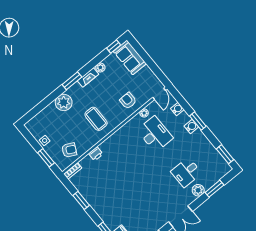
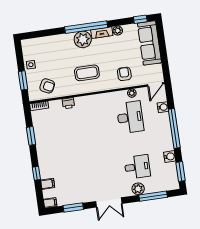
sofa: (130, 57) -> (149, 43), width x1.36
window: (72, 81) -> (86, 27), width x2.11
plant: (64, 102) -> (83, 39), moved
coffee table: (96, 119) -> (87, 73), turned 90
window: (198, 121) -> (174, 128), width x2.11
water cooler: (191, 127) -> (170, 157), moved
desk: (186, 172) -> (137, 167), turned 180
window: (214, 189) -> (153, 196), width x1.44

